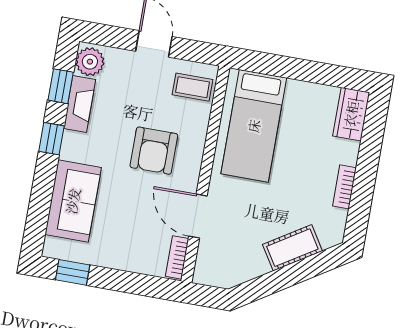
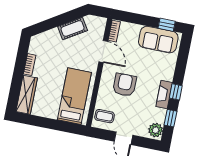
fireplace: (80, 104) -> (164, 95), moved
wardrobe: (351, 114) -> (27, 95), width x1.50
sofa: (73, 201) -> (158, 40), moved, turned -90
cot: (292, 248) -> (73, 29), moved

